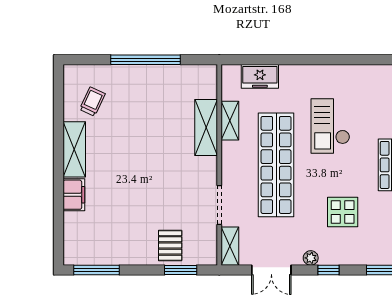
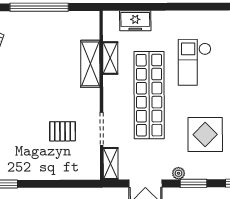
display table: (343, 212) -> (205, 135), width x1.36, depth x1.36
pallet: (170, 245) -> (63, 131), moved, turned 90
window: (181, 270) -> (69, 184), removed
window: (329, 270) -> (194, 183), width x1.50

